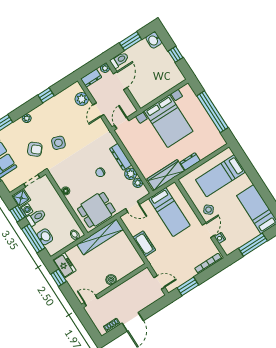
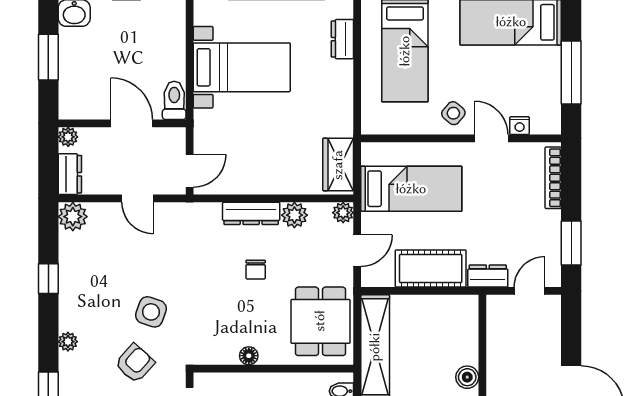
toilet: (119, 60) -> (174, 100), moved
door: (120, 81) -> (132, 123), moved
plant: (82, 99) -> (73, 217), moved
bed with nightstands: (169, 121) -> (242, 67), width x0.73
door: (122, 123) -> (190, 171), swing flipped
dresser: (190, 162) -> (342, 39), moved
wardrobe: (166, 175) -> (338, 165), width x0.67
plant: (138, 183) -> (343, 213), moved
cot: (144, 244) -> (431, 268), width x1.37, depth x1.34
dresser: (155, 263) -> (488, 276), added

